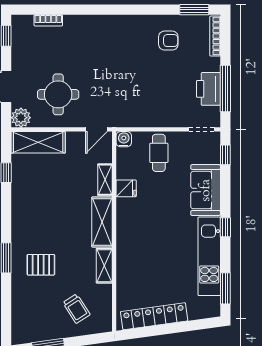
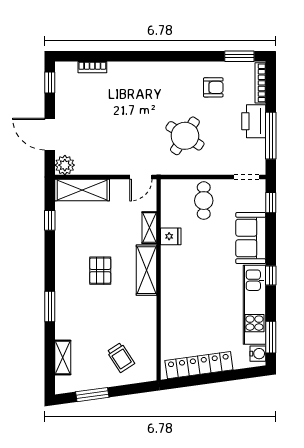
printer: (208, 89) -> (254, 121), moved
round table: (58, 94) -> (185, 136), moved, turned 33
water cooler: (124, 139) -> (258, 354), moved, turned 90
pallet: (41, 265) -> (100, 271), moved, turned 90
shelving: (104, 266) -> (63, 357), moved

